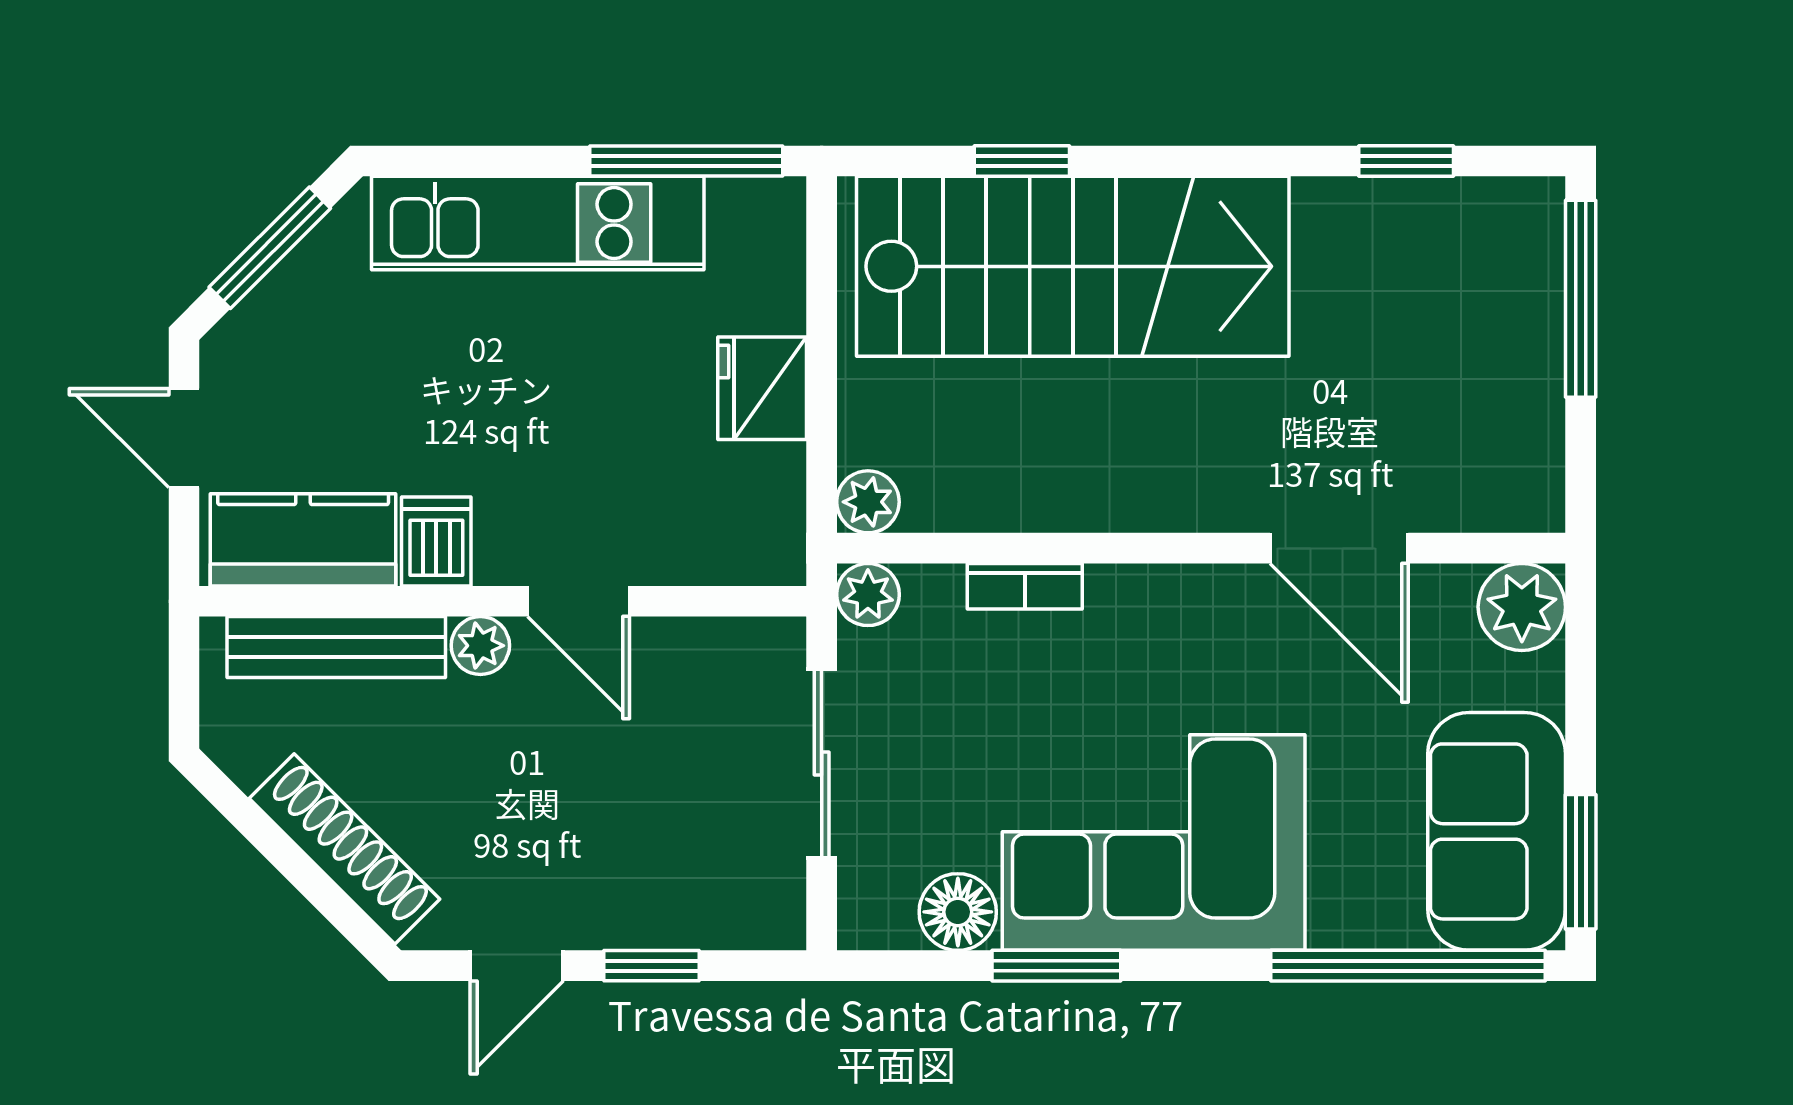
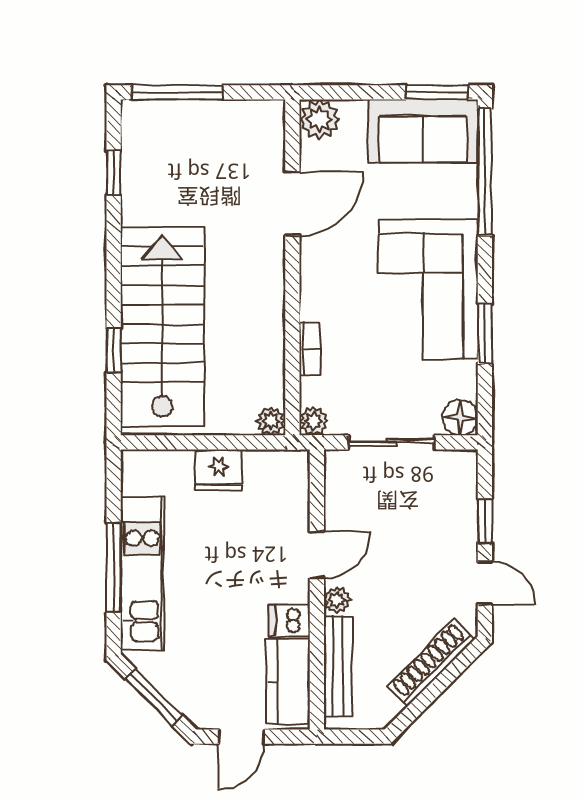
window: (686, 161) -> (114, 567), moved
floor lamp: (958, 912) -> (460, 418), moved

